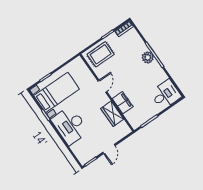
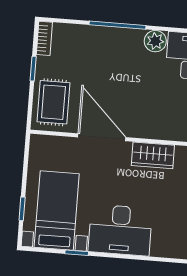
plant: (148, 57) -> (155, 41), moved
door: (102, 86) -> (102, 137), width x1.88
filing cabinet: (123, 103) -> (149, 127), removed

